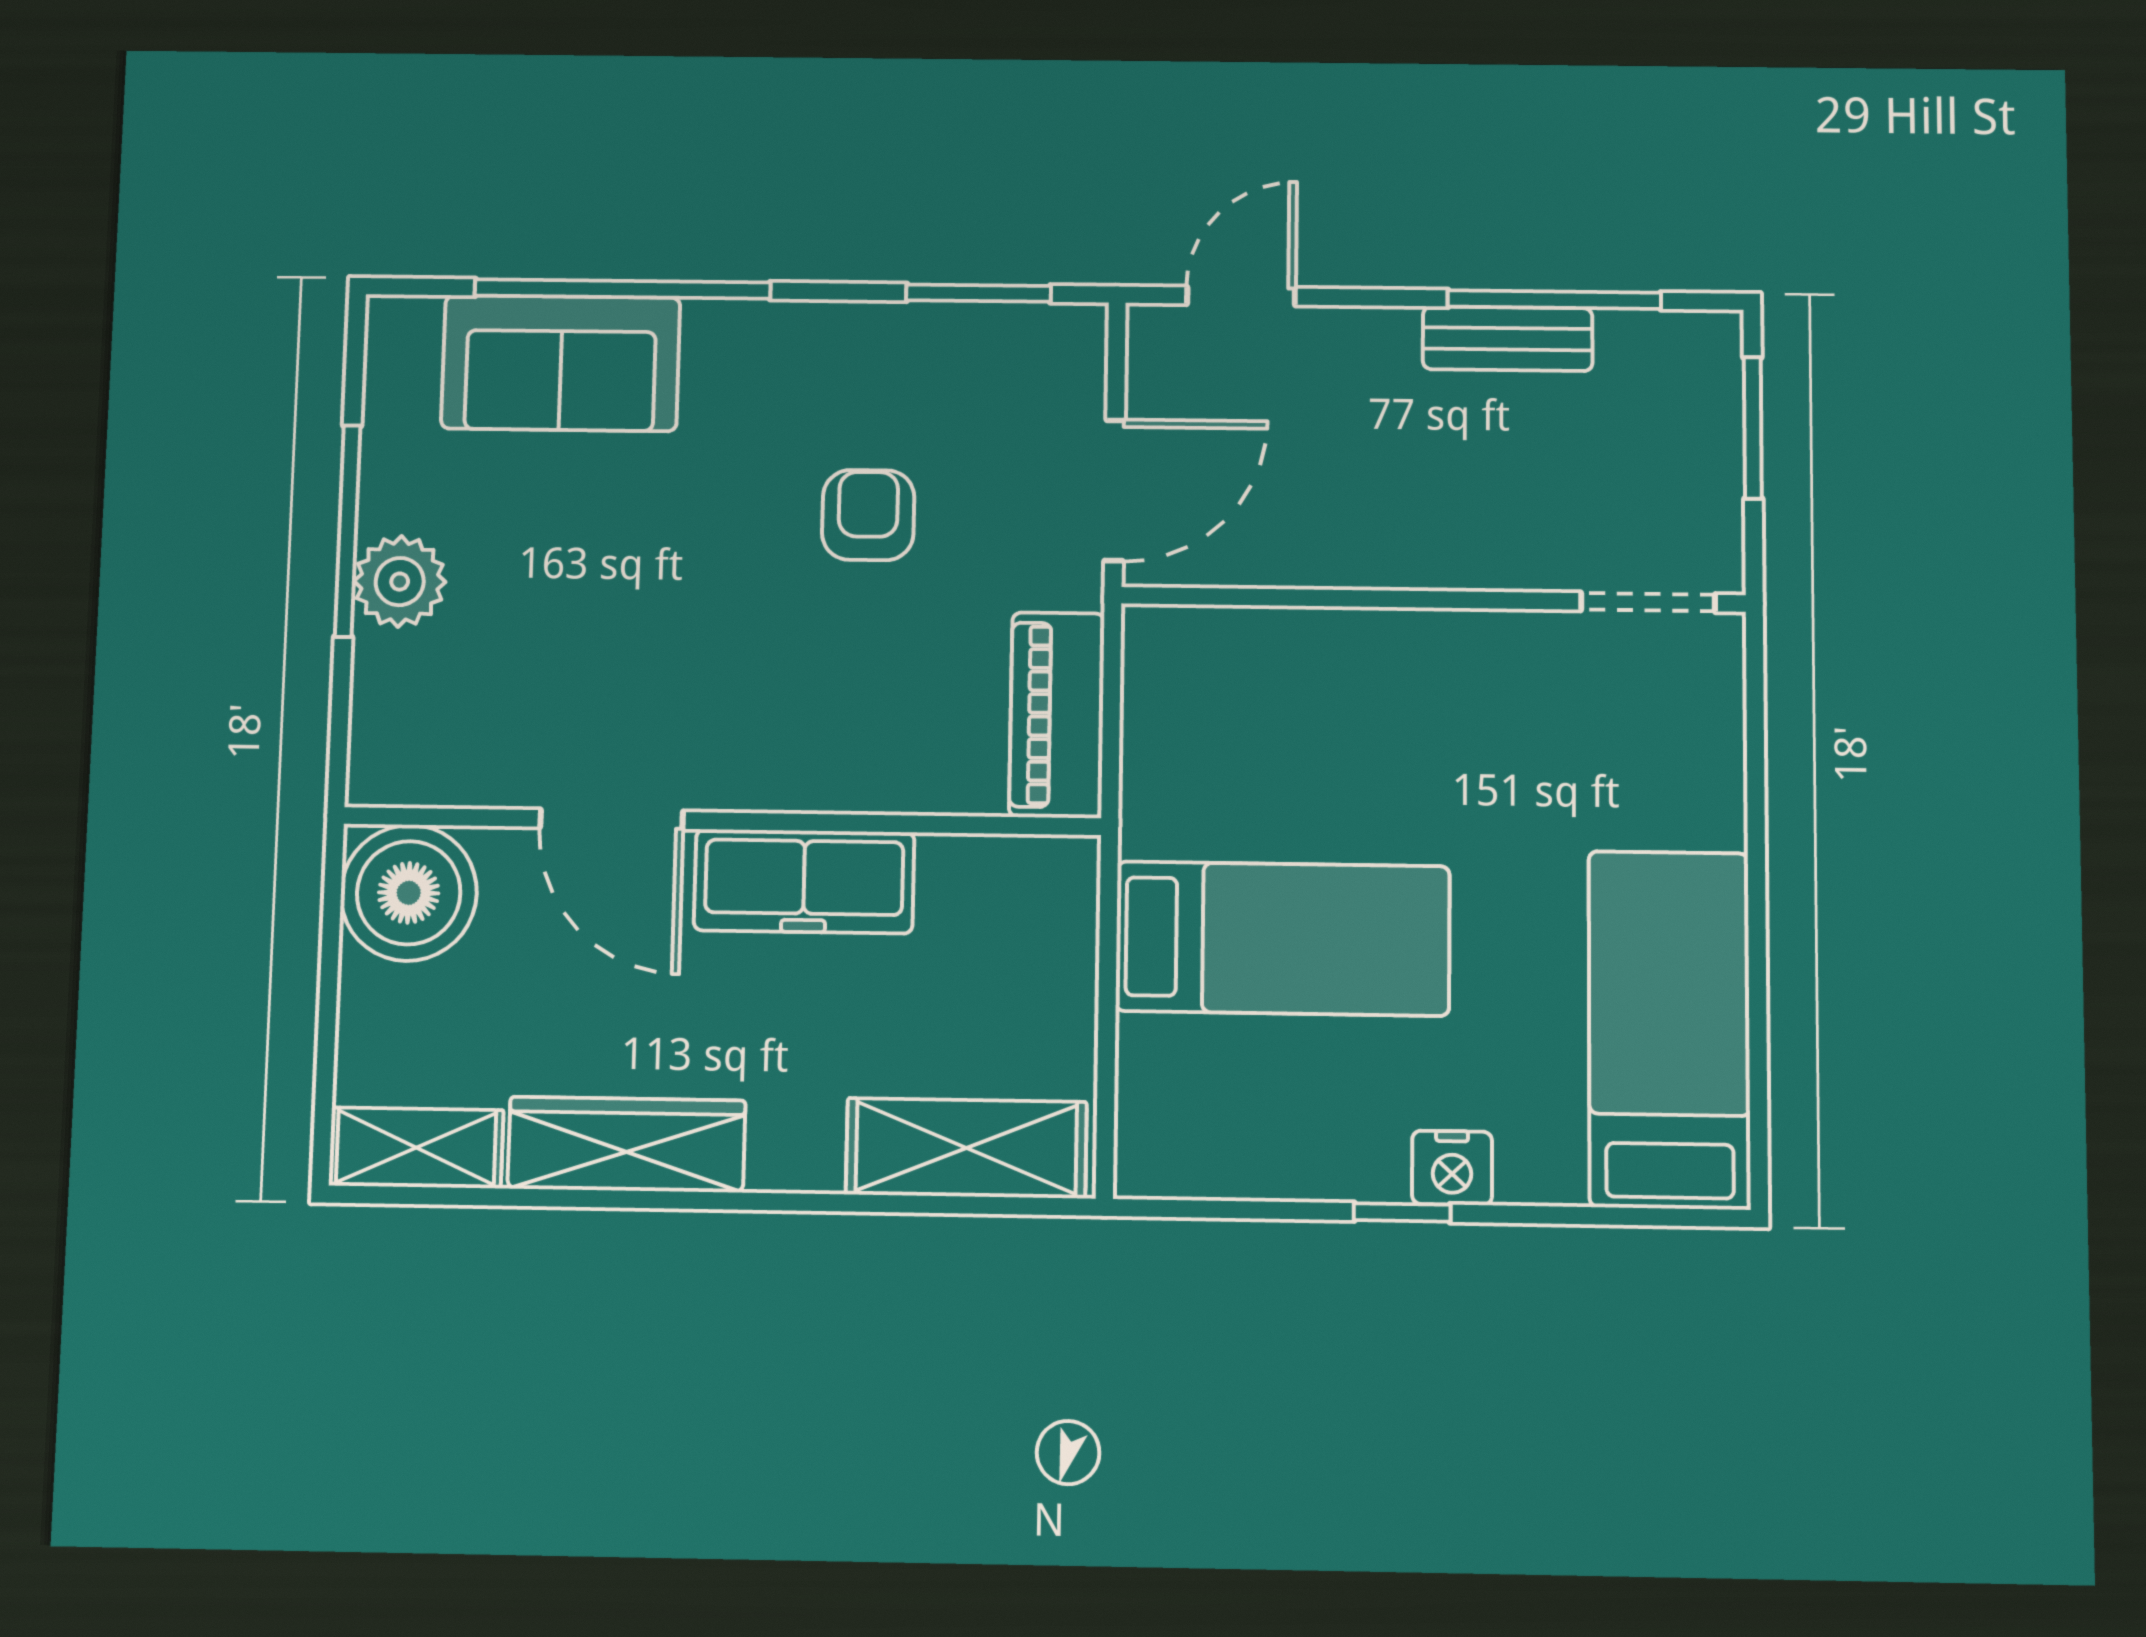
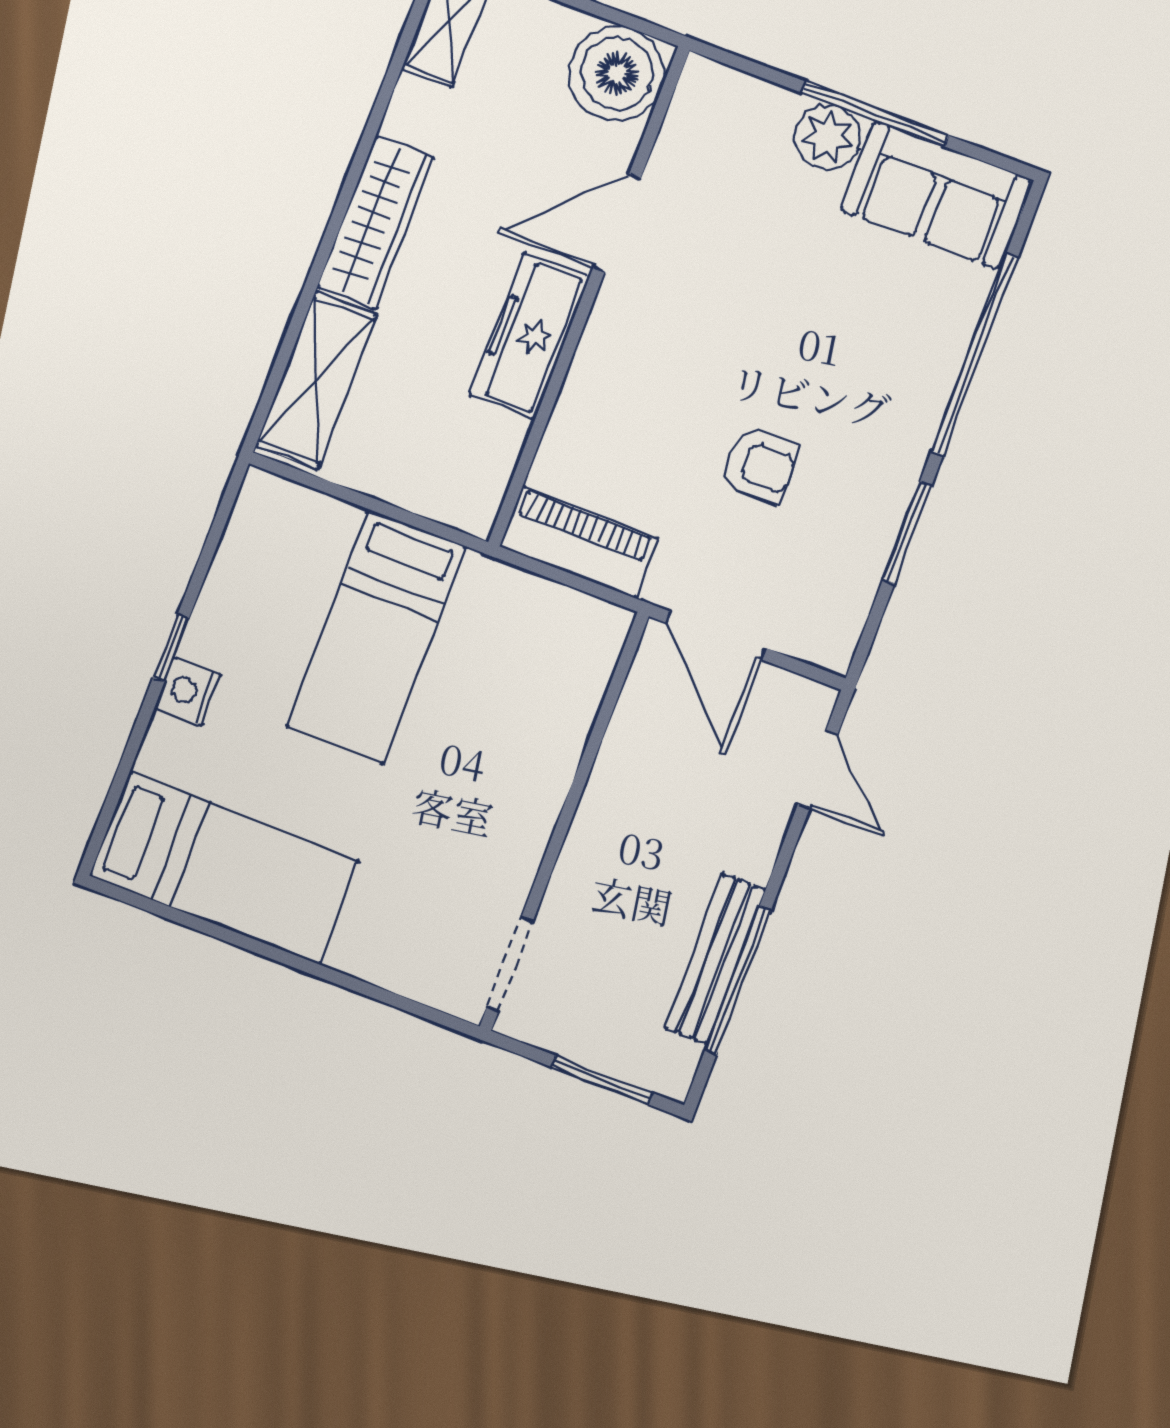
window: (979, 293) -> (907, 533), moved
bench: (1508, 339) -> (715, 959), width x1.36
sofa: (561, 363) -> (936, 195), moved, turned -90
wardrobe: (627, 1145) -> (376, 222), moved

